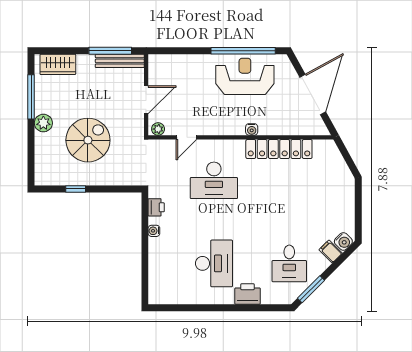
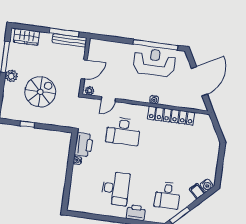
printer: (156, 207) -> (84, 145), width x1.87, depth x1.48

